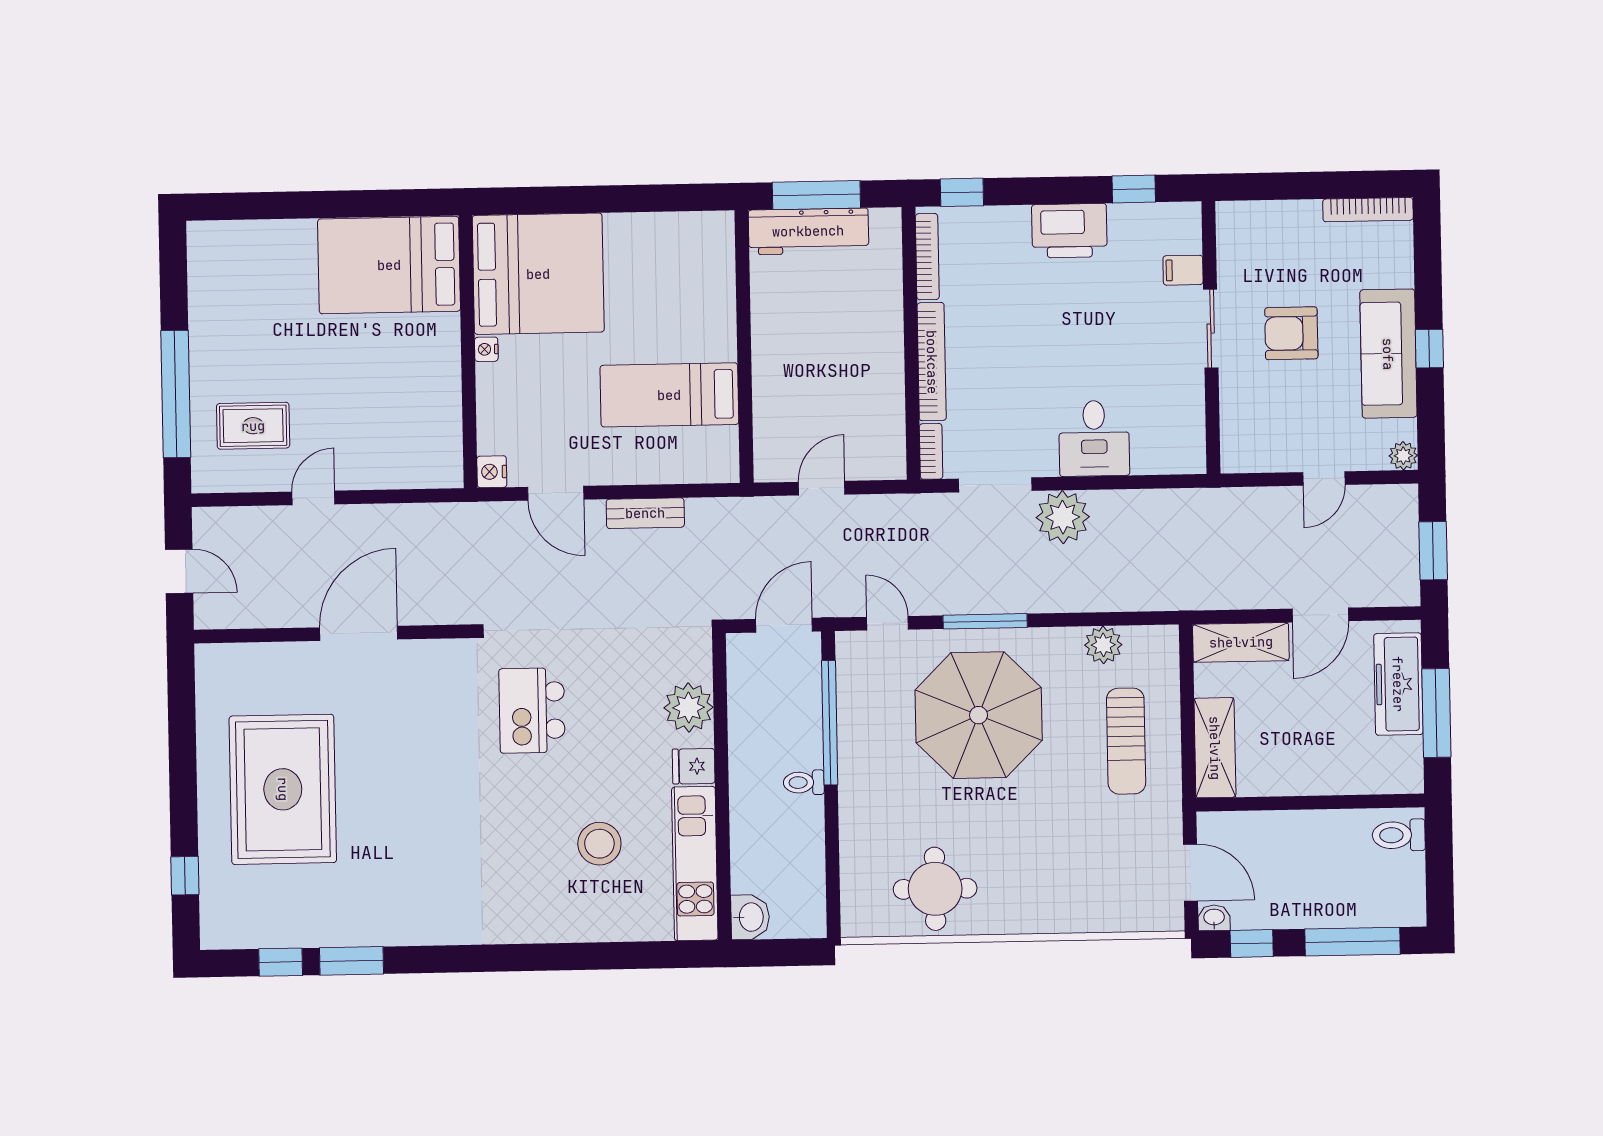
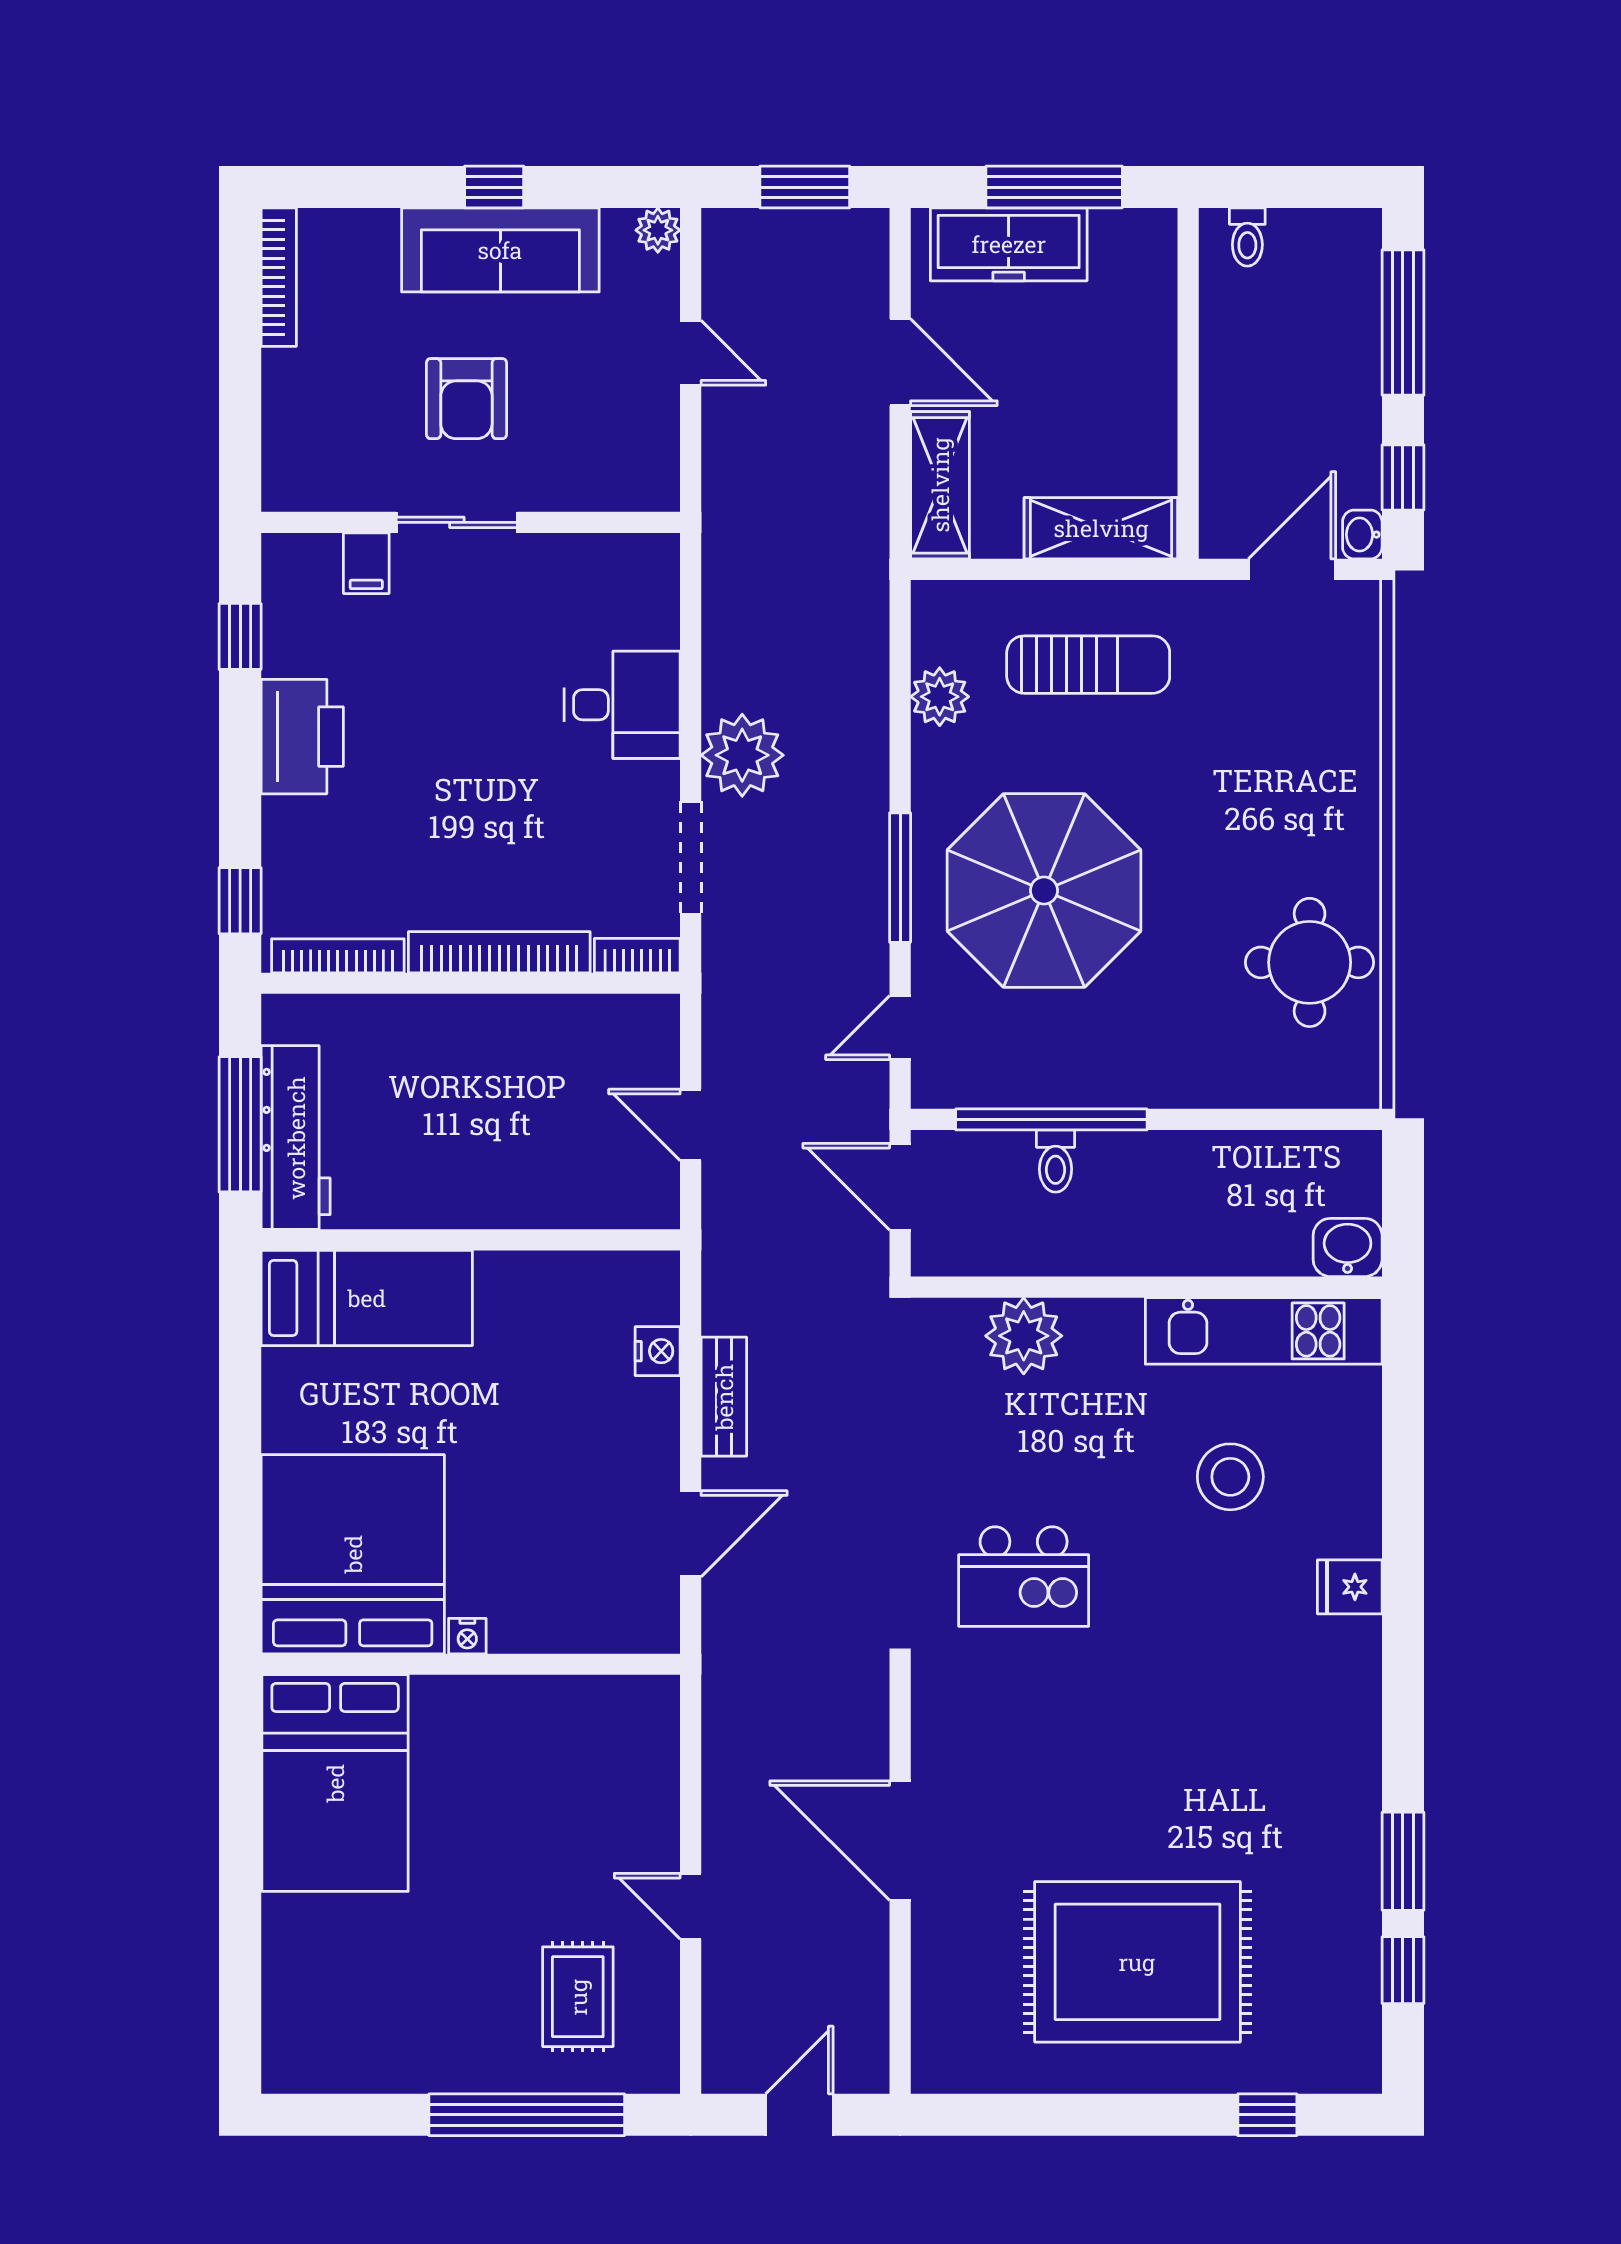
bed: (669, 395) -> (367, 1298), moved, turned -90
nightstand: (492, 472) -> (658, 1351), moved, turned -90
fridge: (694, 766) -> (1350, 1587), moved, turned 90
toilet: (804, 782) -> (1056, 1161), moved
toilet: (1399, 835) -> (1247, 237), width x0.73, depth x0.72

